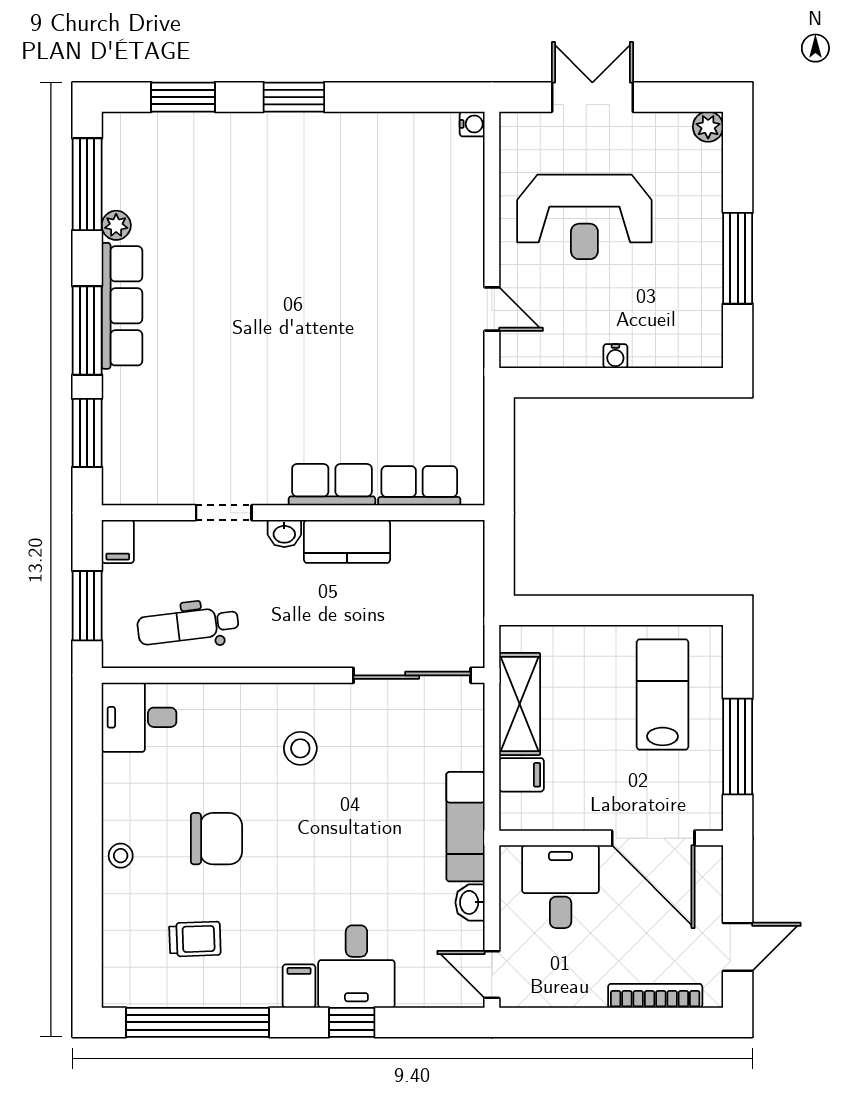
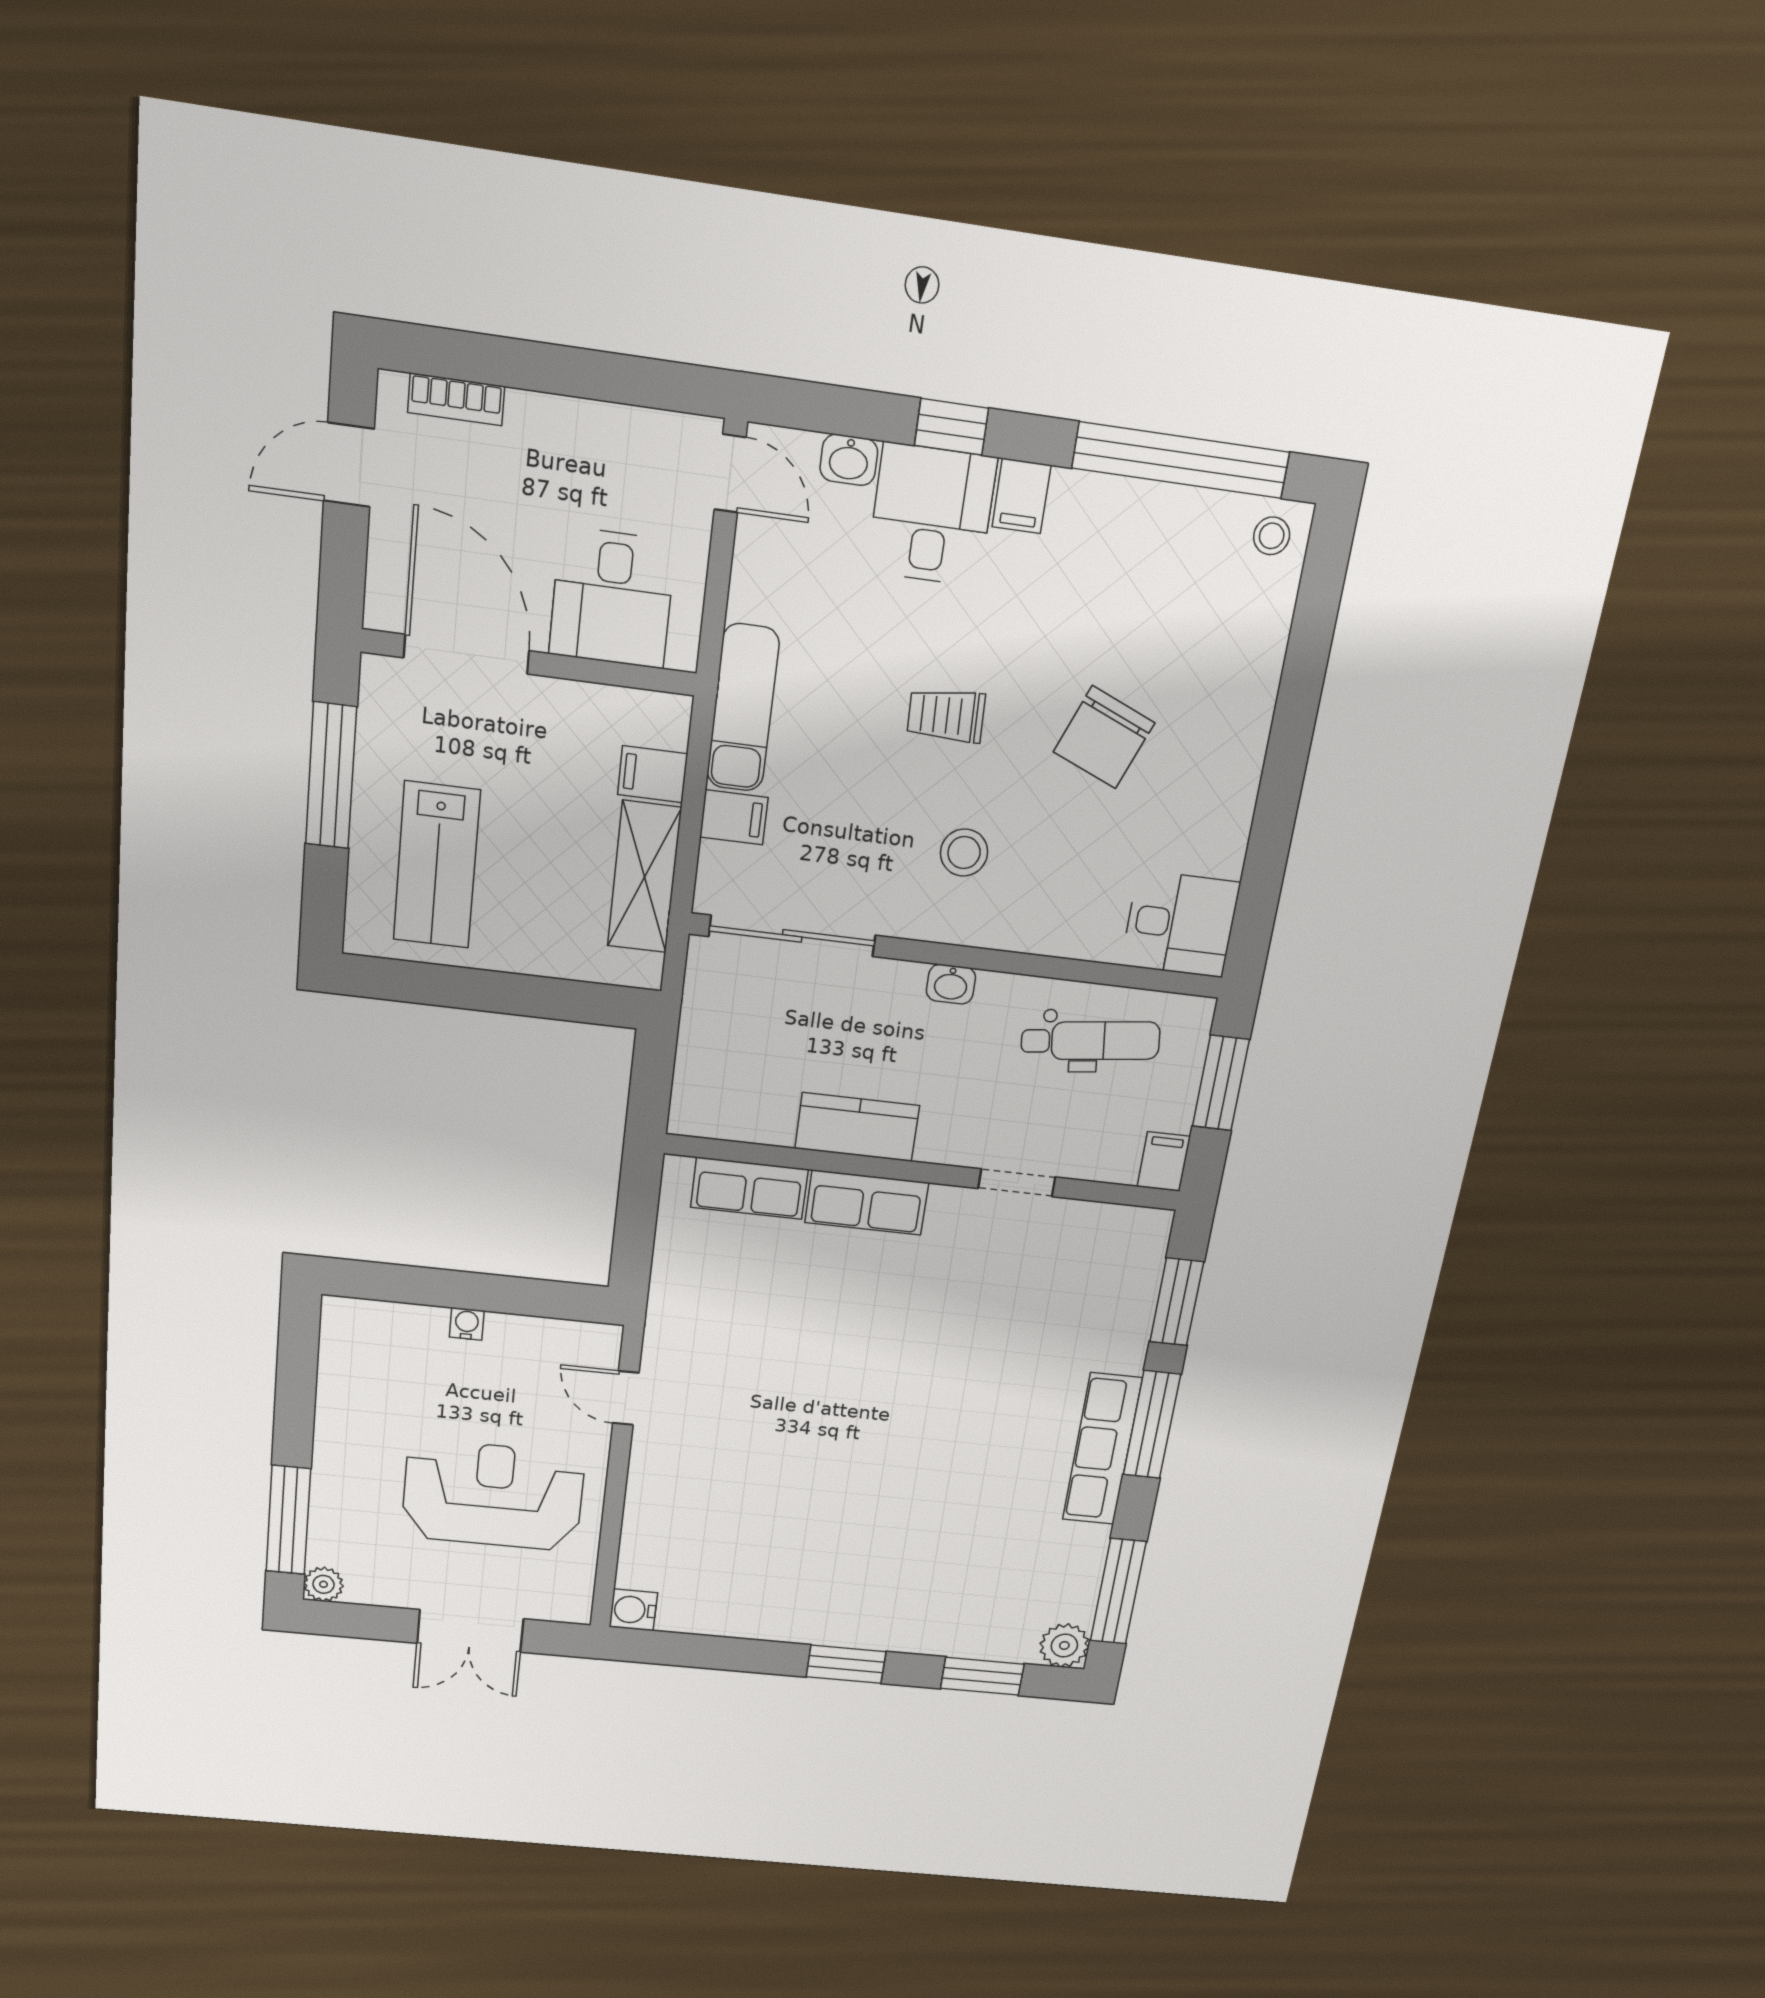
water cooler: (472, 124) -> (633, 1610), width x1.38, depth x1.38
plant: (116, 225) -> (1064, 1645), moved, width x1.38, depth x1.38
window: (738, 258) -> (288, 1520), moved
washbasin: (284, 533) -> (951, 984), moved, turned 180
filing cabinet: (463, 753) -> (734, 817), added
chair: (216, 839) -> (1104, 737), turned -68
stool: (121, 856) -> (1272, 536), moved
washbasin: (470, 902) -> (849, 460), moved, turned 90
trolley: (195, 939) -> (946, 715), moved
bookcase: (655, 996) -> (456, 399), width x0.64

